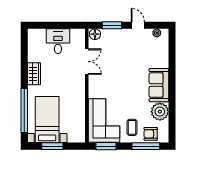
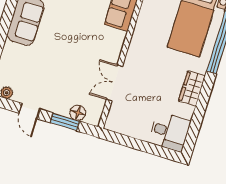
floor lamp: (95, 34) -> (78, 113), moved
desk: (58, 41) -> (169, 132), moved, turned -90

